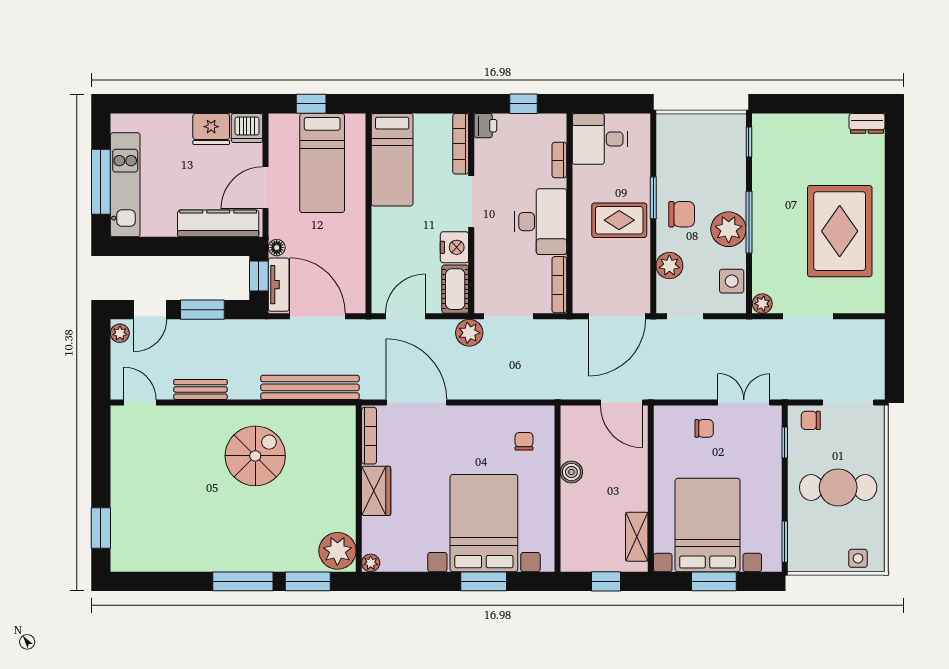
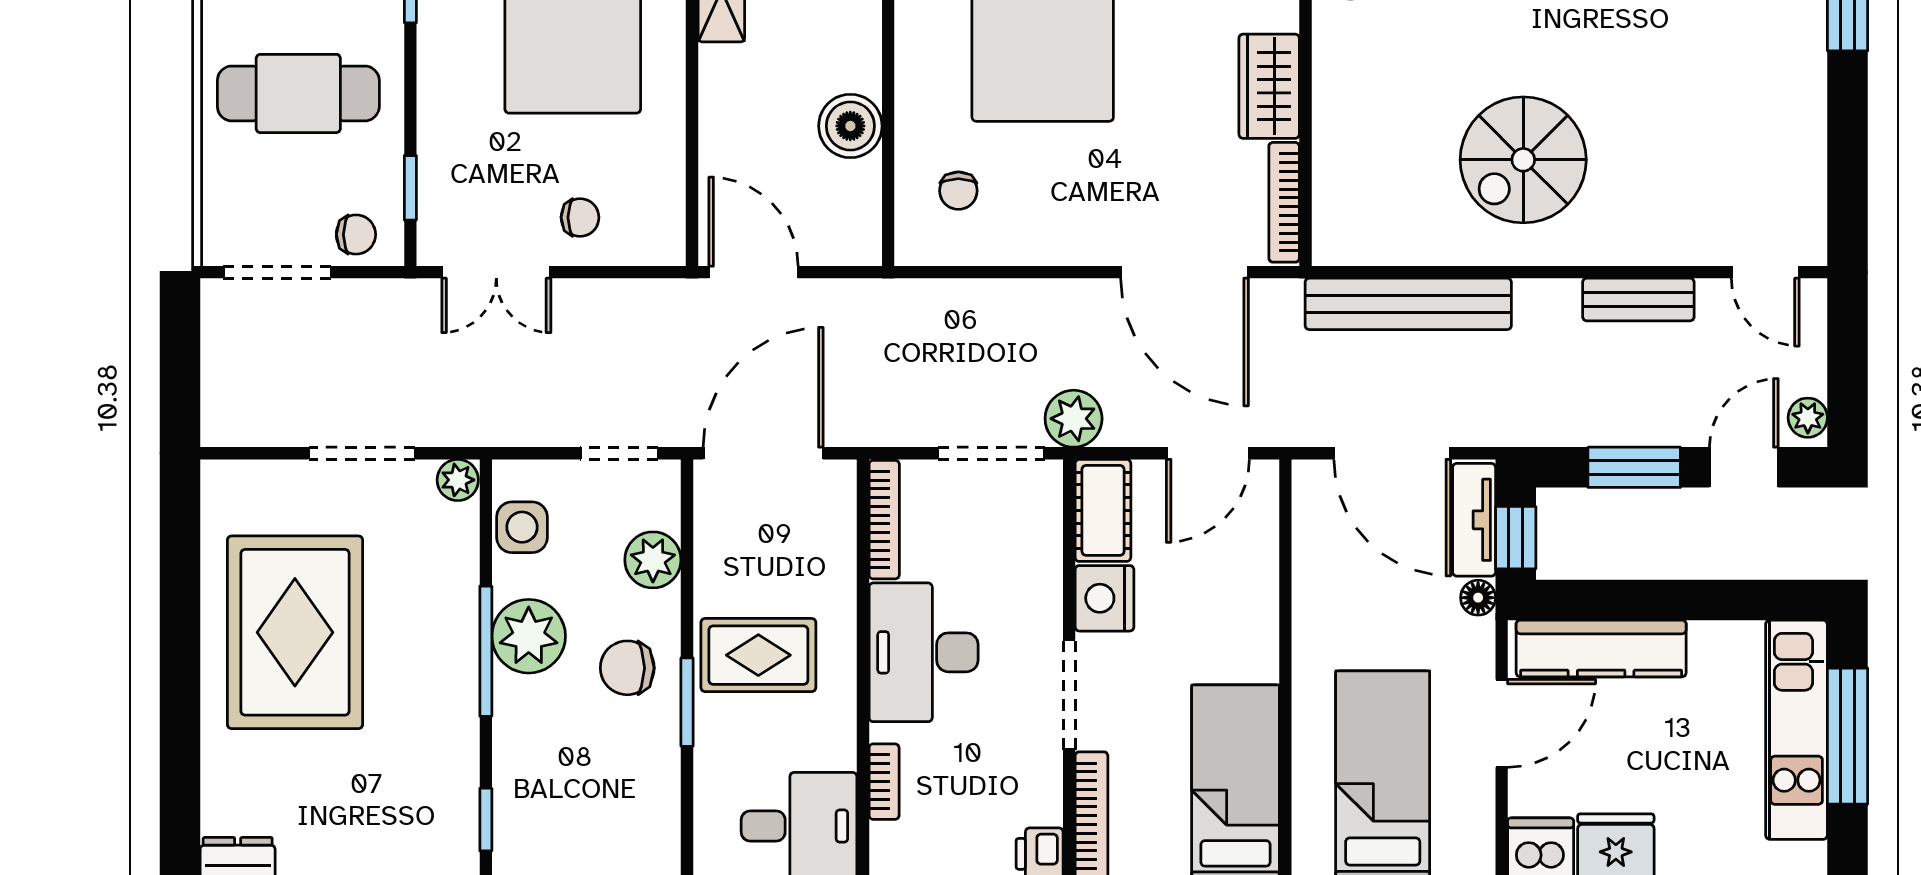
chair: (704, 428) -> (580, 217), turned 180
boiler: (571, 472) -> (850, 126), width x1.36, depth x1.36

